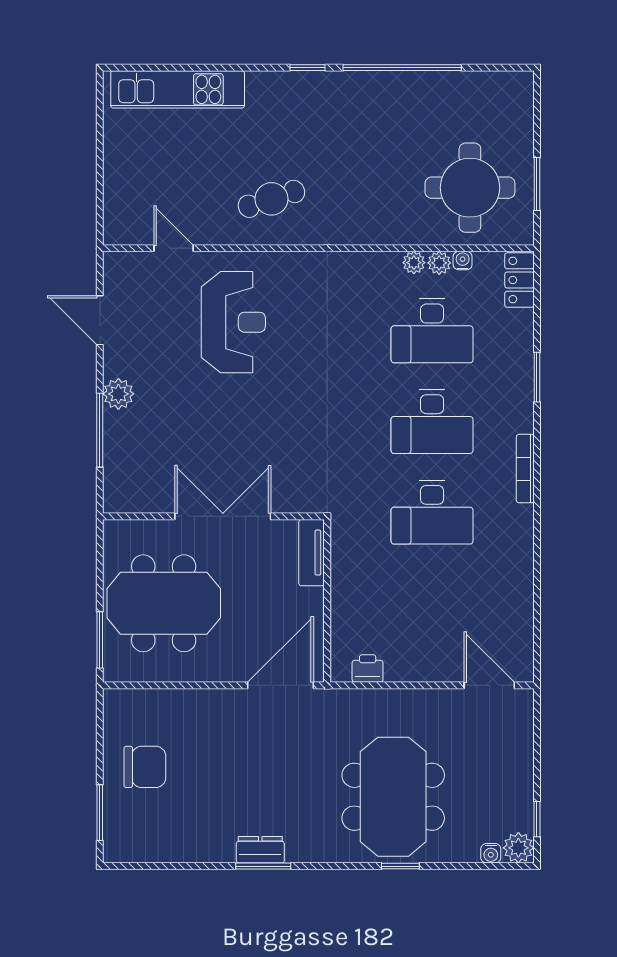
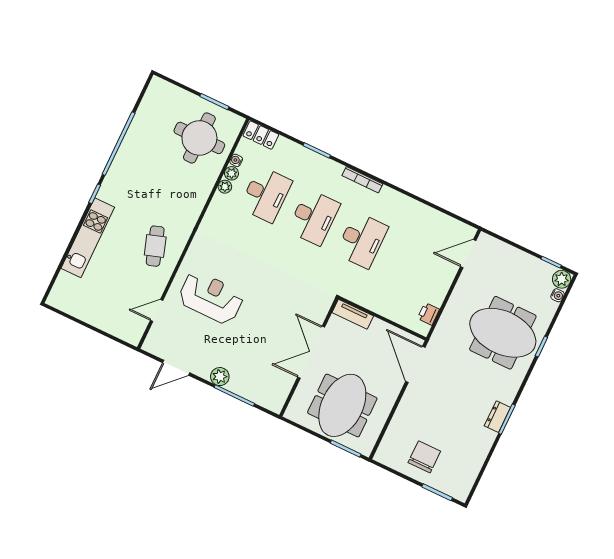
kitchen unit: (178, 89) -> (88, 238), moved

